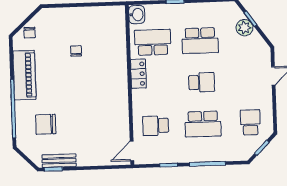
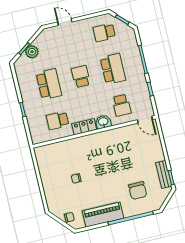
washbasin: (137, 15) -> (103, 122), moved
school desk: (153, 42) -> (58, 121), width x0.54

